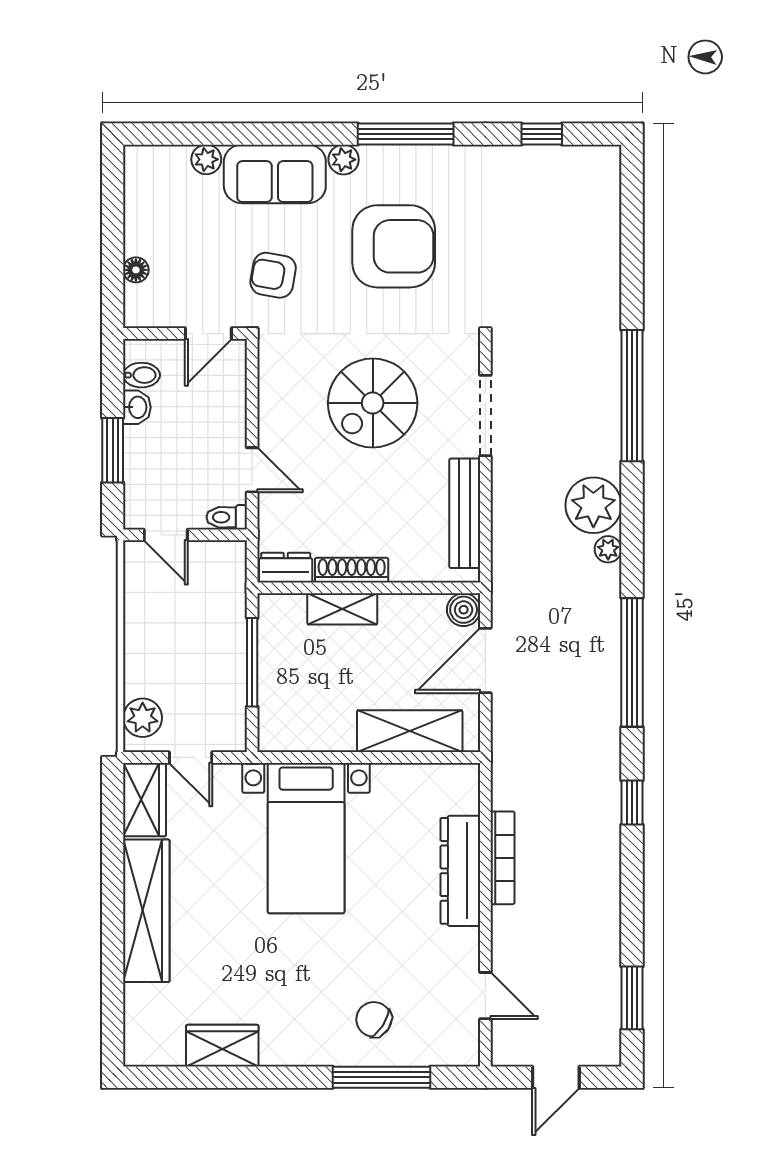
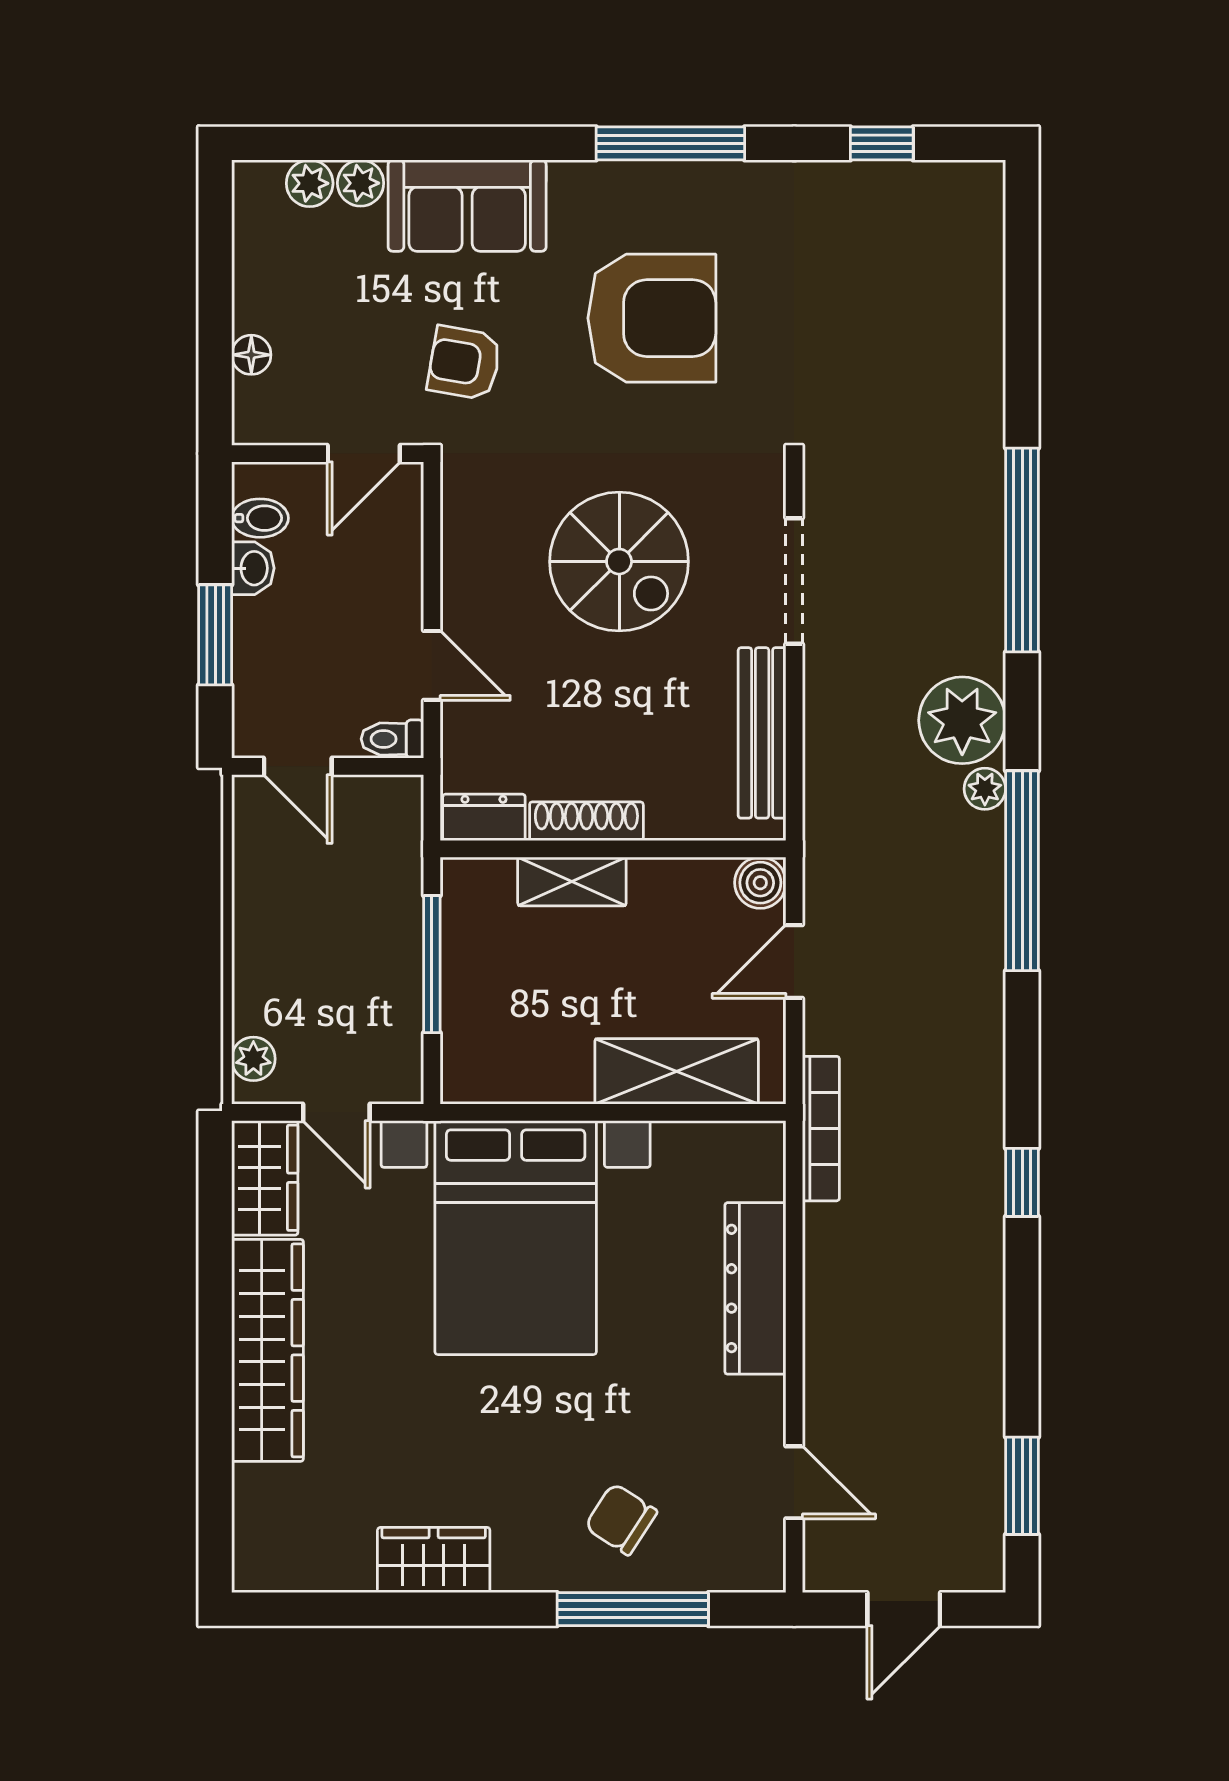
plant: (344, 160) -> (310, 183), moved
spiral stairs: (373, 403) -> (619, 562), turned -90
door: (485, 660) -> (794, 961), width x0.73
window: (632, 662) -> (1022, 871), moved
plant: (143, 718) -> (253, 1059), width x0.73, depth x0.73
bed with nightstands: (306, 838) -> (516, 1238), width x1.36
bookcase: (503, 858) -> (821, 1129), moved
wardrobe: (222, 1046) -> (434, 1560), moved

